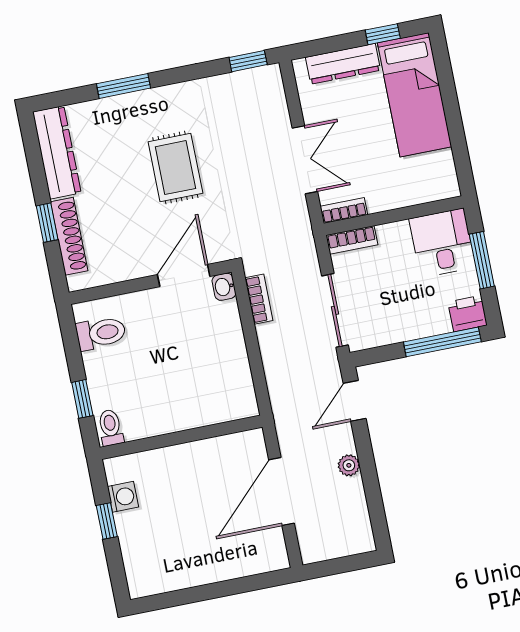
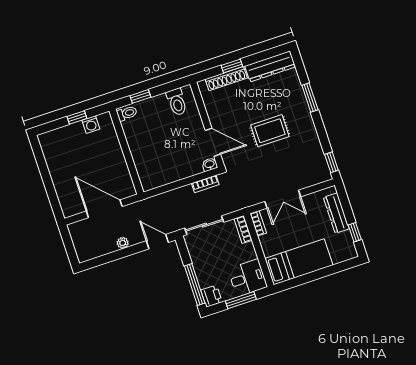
bed: (414, 95) -> (299, 262), moved, turned 180

